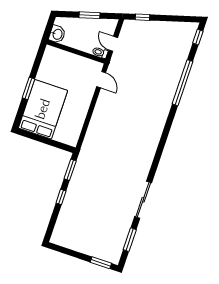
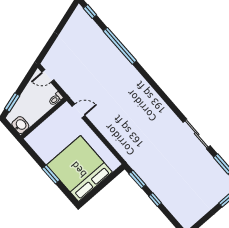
window: (89, 15) -> (12, 102), moved
window: (143, 17) -> (47, 47), removed
door: (113, 44) -> (48, 76), moved
bed: (43, 109) -> (79, 169), width x1.36

